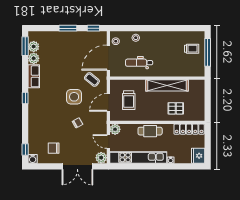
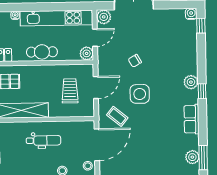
plant: (34, 58) -> (191, 82), moved
dental chair: (139, 63) -> (43, 140), moved
door: (108, 142) -> (95, 38), hinge flipped
chair: (54, 148) -> (165, 28), removed

